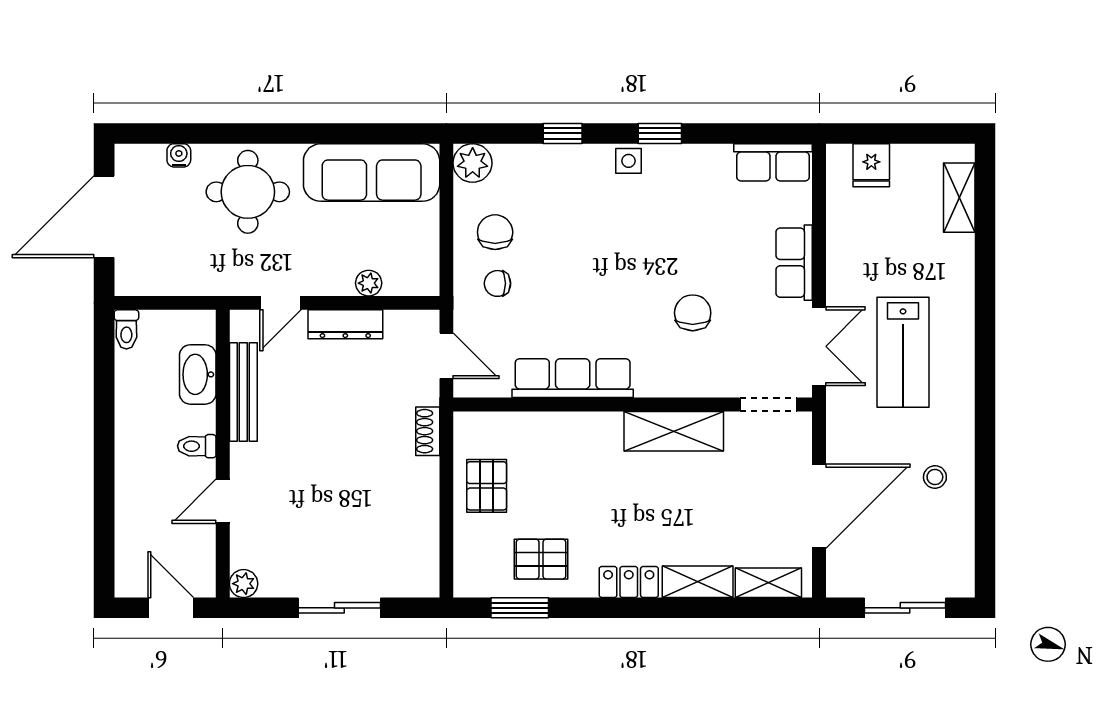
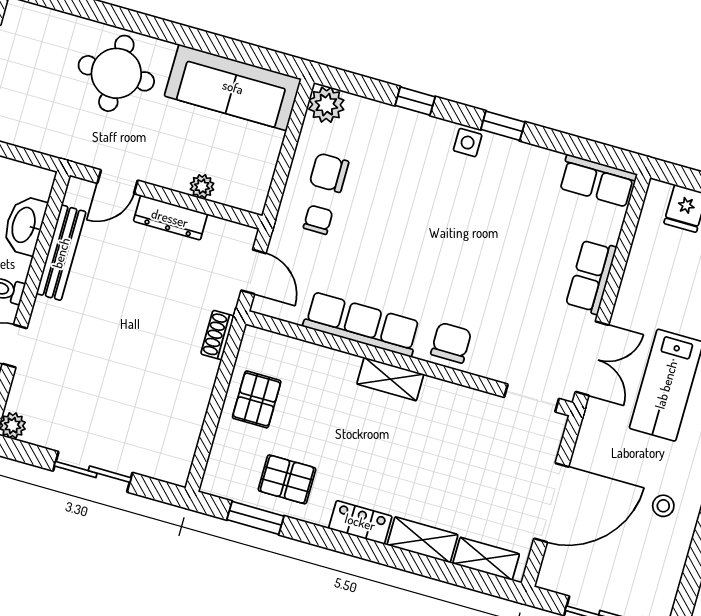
water cooler: (179, 155) -> (63, 23), removed
chair: (495, 232) -> (329, 173), turned -90
chair: (497, 283) -> (318, 220), turned 90
chair: (693, 313) -> (451, 343), moved
shelving: (674, 431) -> (390, 379), moved, width x0.67, depth x0.75

